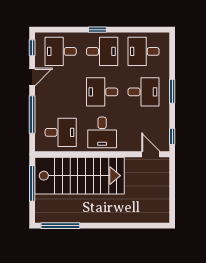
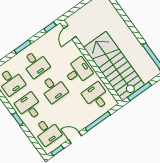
desk: (144, 92) -> (35, 64), turned 180

